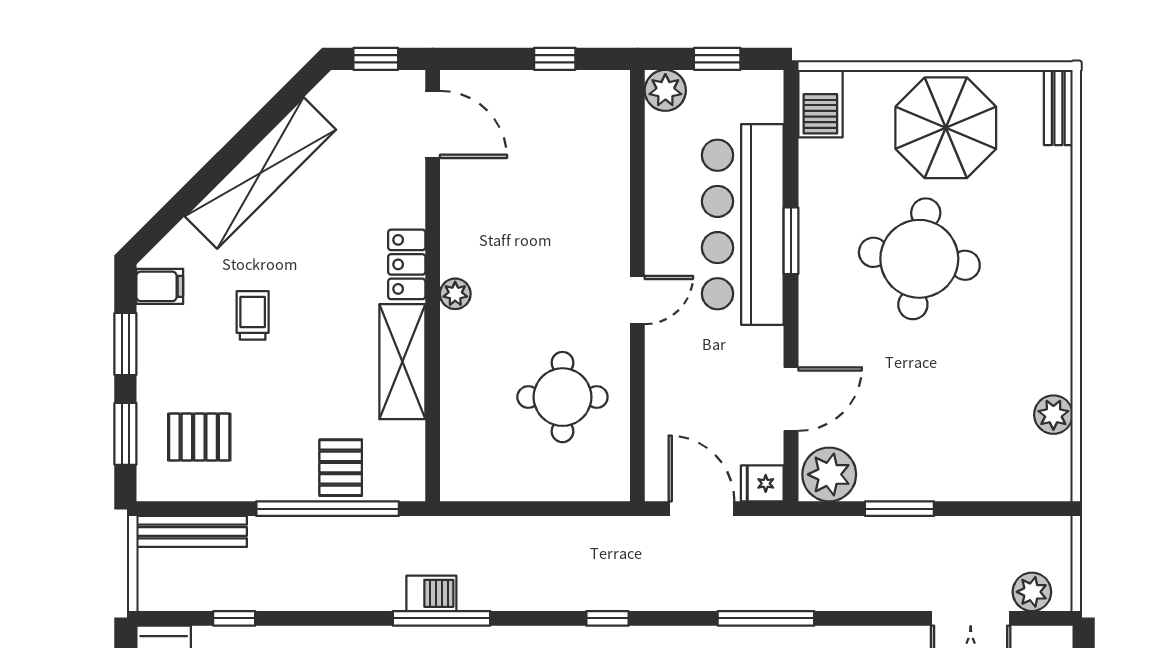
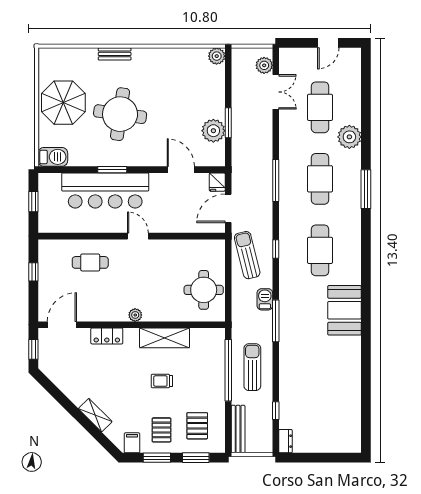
plant: (665, 90) -> (47, 224), removed
bench: (1058, 107) -> (115, 54), moved
shelving: (260, 173) -> (95, 415), width x0.45, depth x0.75
cafe table: (577, 190) -> (90, 262), added
locker: (407, 264) -> (107, 336), moved
trolley: (253, 315) -> (162, 381), moved
round table: (562, 397) -> (204, 290), moved
plant: (1053, 415) -> (217, 56), moved
pallet: (341, 468) -> (162, 430), moved, turned 90
plant: (829, 474) -> (213, 131), moved
sun lounger: (593, 553) -> (247, 255), added
sun lounger: (335, 564) -> (252, 367), added
barbecue: (431, 593) -> (265, 299), moved

